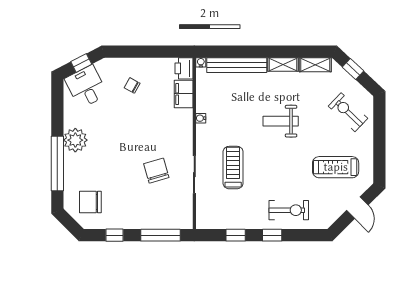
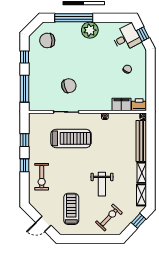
weight bench: (281, 121) -> (102, 184), moved, turned 180
treadmill: (233, 168) -> (71, 138), width x1.37, depth x1.38
chair: (90, 202) -> (47, 40), turned -93

